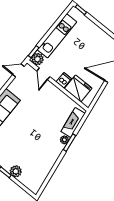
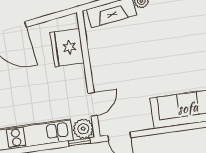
dishwasher: (64, 80) -> (75, 74), removed

